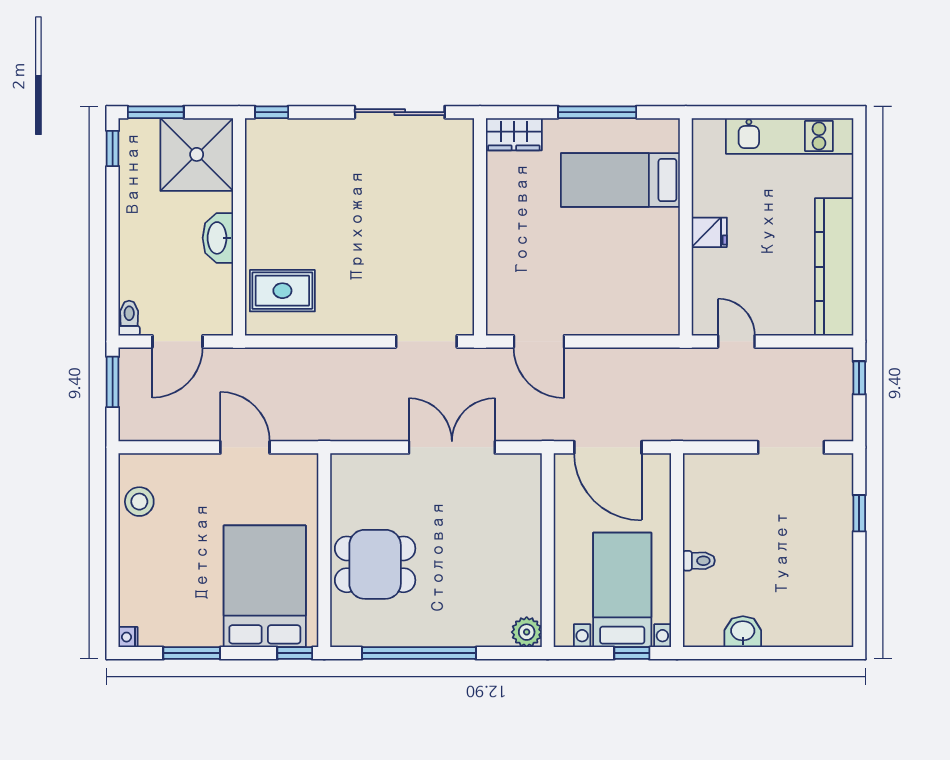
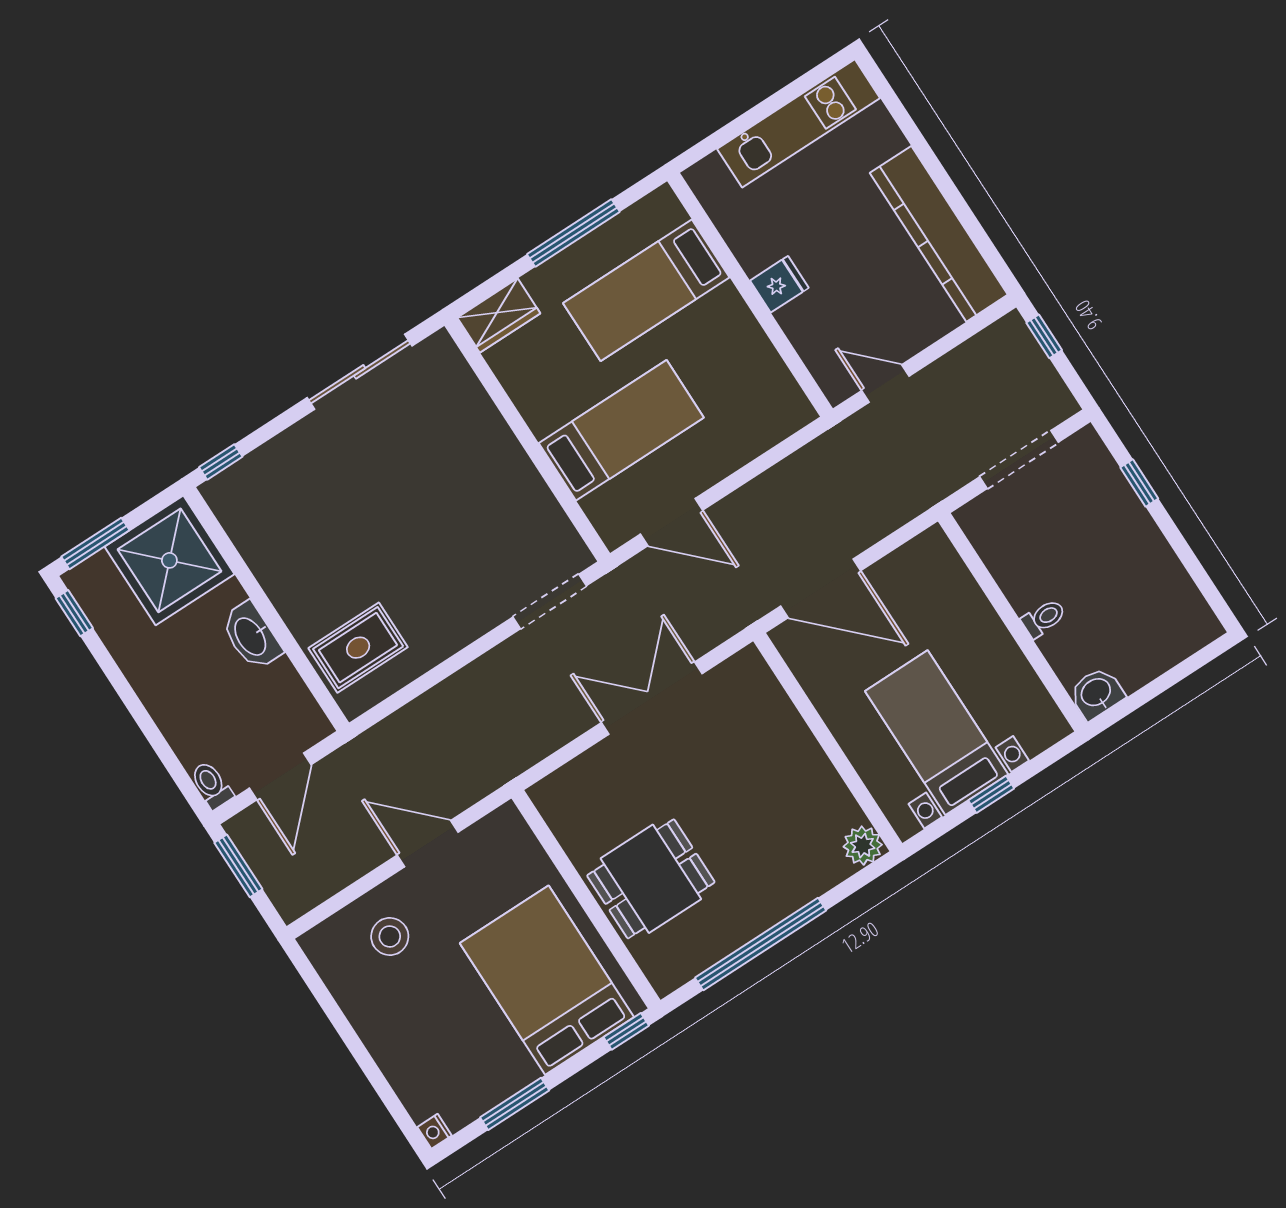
bed: (545, 261) -> (621, 430), added
stool: (139, 502) -> (390, 936), moved
wall: (677, 550) -> (1012, 622), moved
toilet: (699, 561) -> (1044, 618), moved

